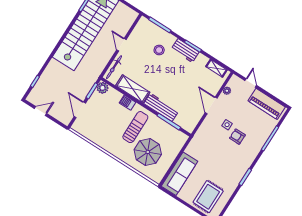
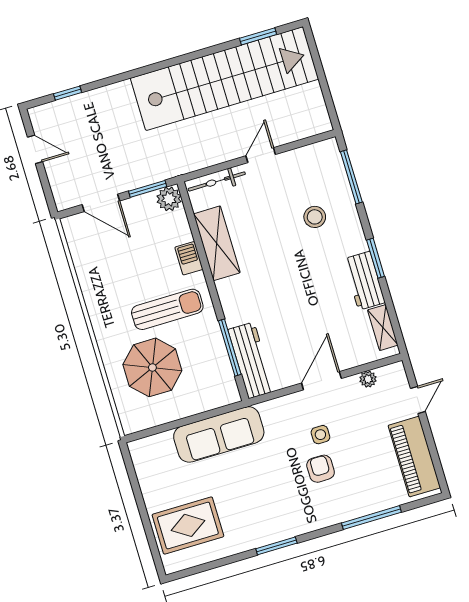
workbench: (185, 51) -> (364, 281), moved
workbench: (161, 107) -> (251, 360), moved
door: (80, 110) -> (101, 203), swing flipped
sofa: (180, 174) -> (219, 434), moved

